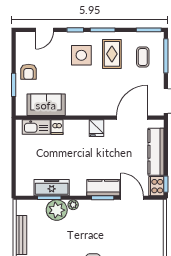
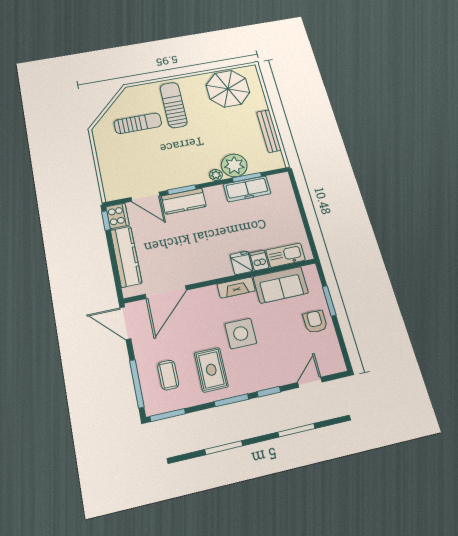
side table: (81, 55) -> (241, 334), moved
fireplace: (80, 110) -> (236, 287), added
fridge: (97, 128) -> (242, 263), moved

